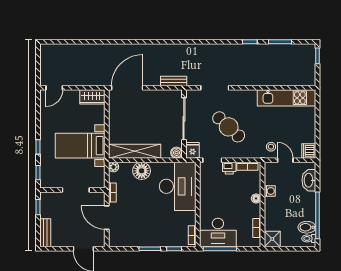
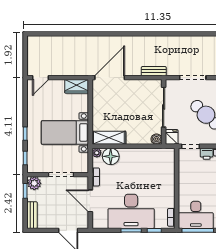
shelving: (135, 151) -> (109, 138), width x0.68
floor lamp: (142, 171) -> (111, 156), moved
desk: (178, 186) -> (131, 211), moved, turned 90
plant: (48, 199) -> (34, 183), added

